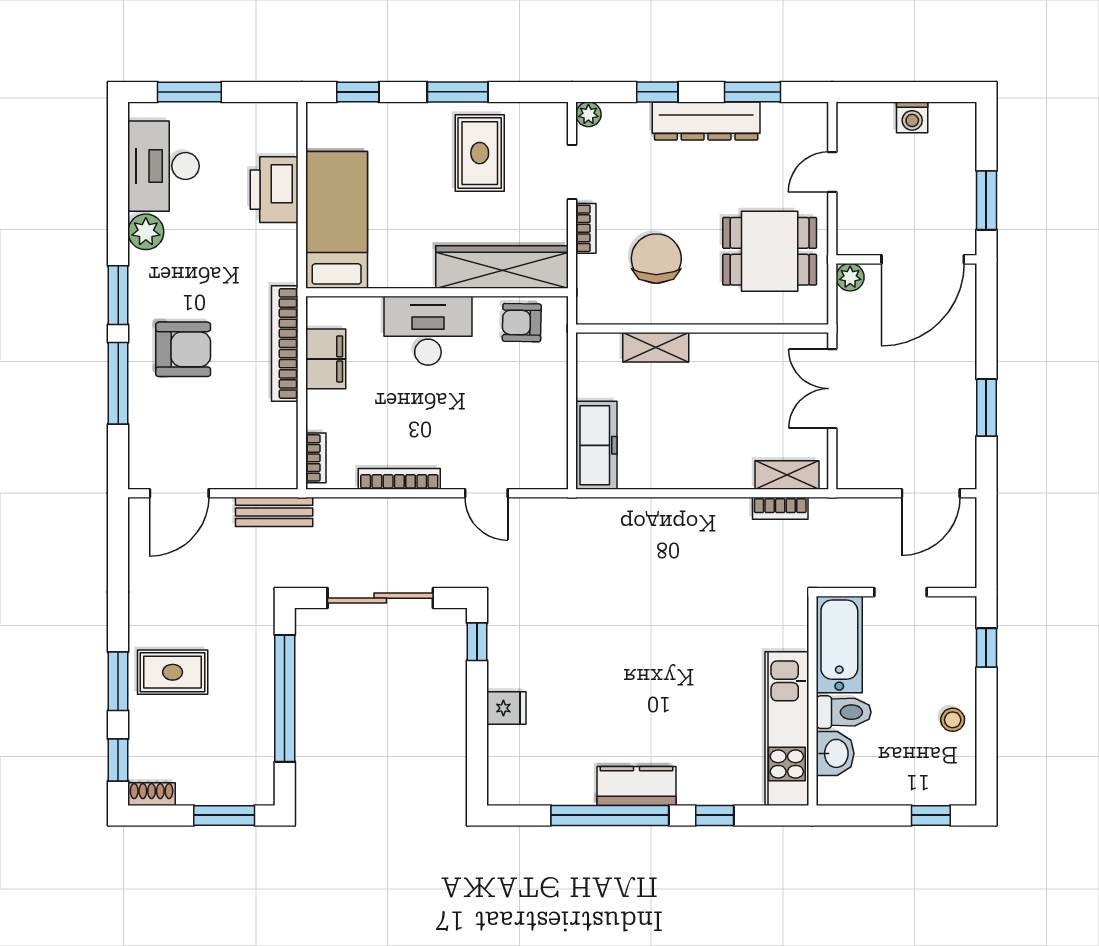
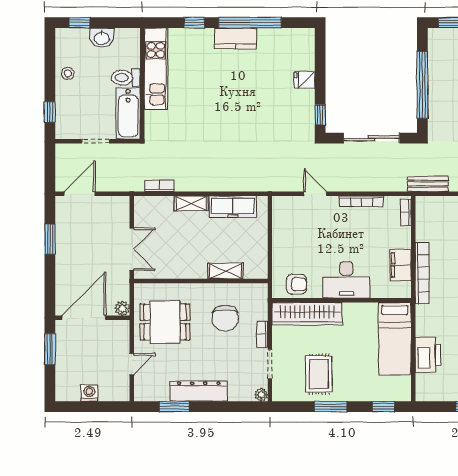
window: (657, 92) -> (225, 407), removed
freezer: (596, 445) -> (233, 207), moved, turned -90
shelving: (787, 475) -> (191, 203), moved
washbasin: (835, 753) -> (102, 38), moved, turned -90

